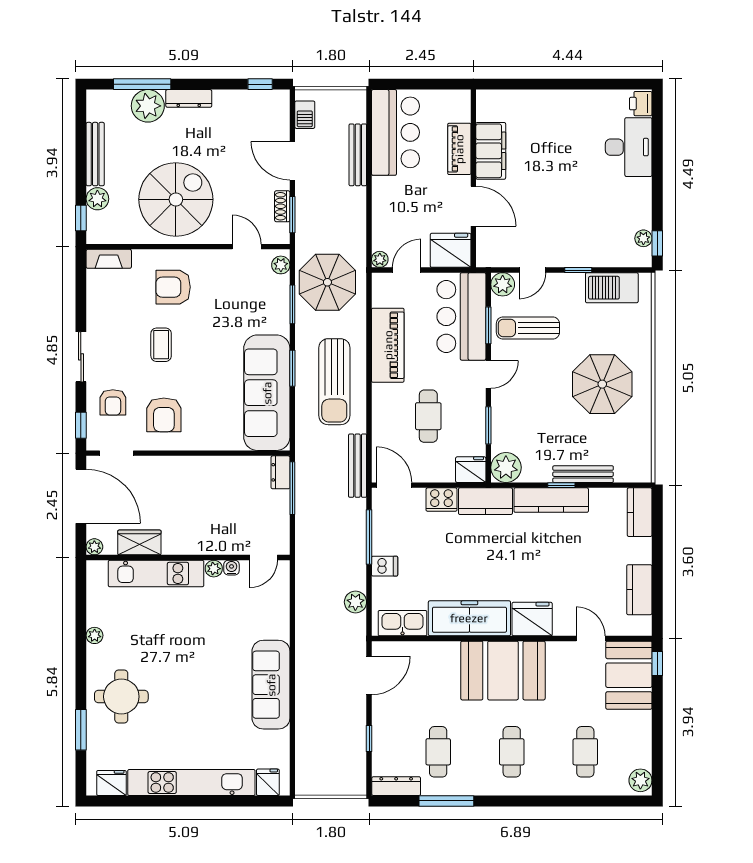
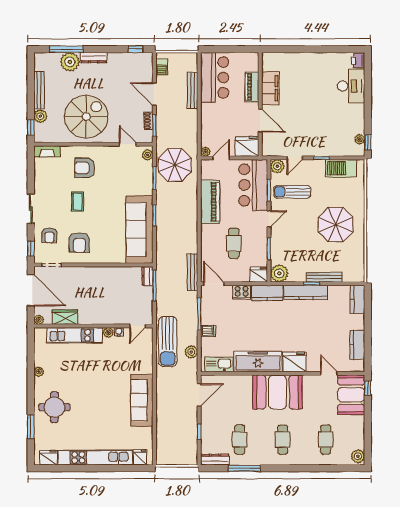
sun lounger: (334, 382) -> (168, 342), moved

